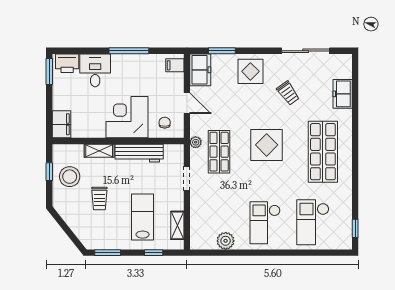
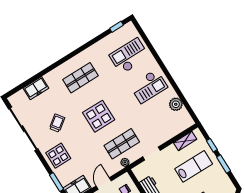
sliding door: (306, 51) -> (23, 129), width x1.36
shop shelf: (323, 152) -> (80, 78), width x0.70, depth x0.74
lab bench: (143, 217) -> (194, 166), turned 180
checkout: (313, 222) -> (129, 56), turned 180
window: (108, 253) -> (224, 164), moved

